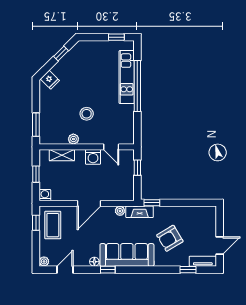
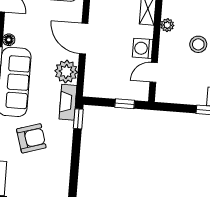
plant: (120, 211) -> (66, 72), width x1.87, depth x1.87
armchair: (170, 238) -> (31, 138), turned 104

